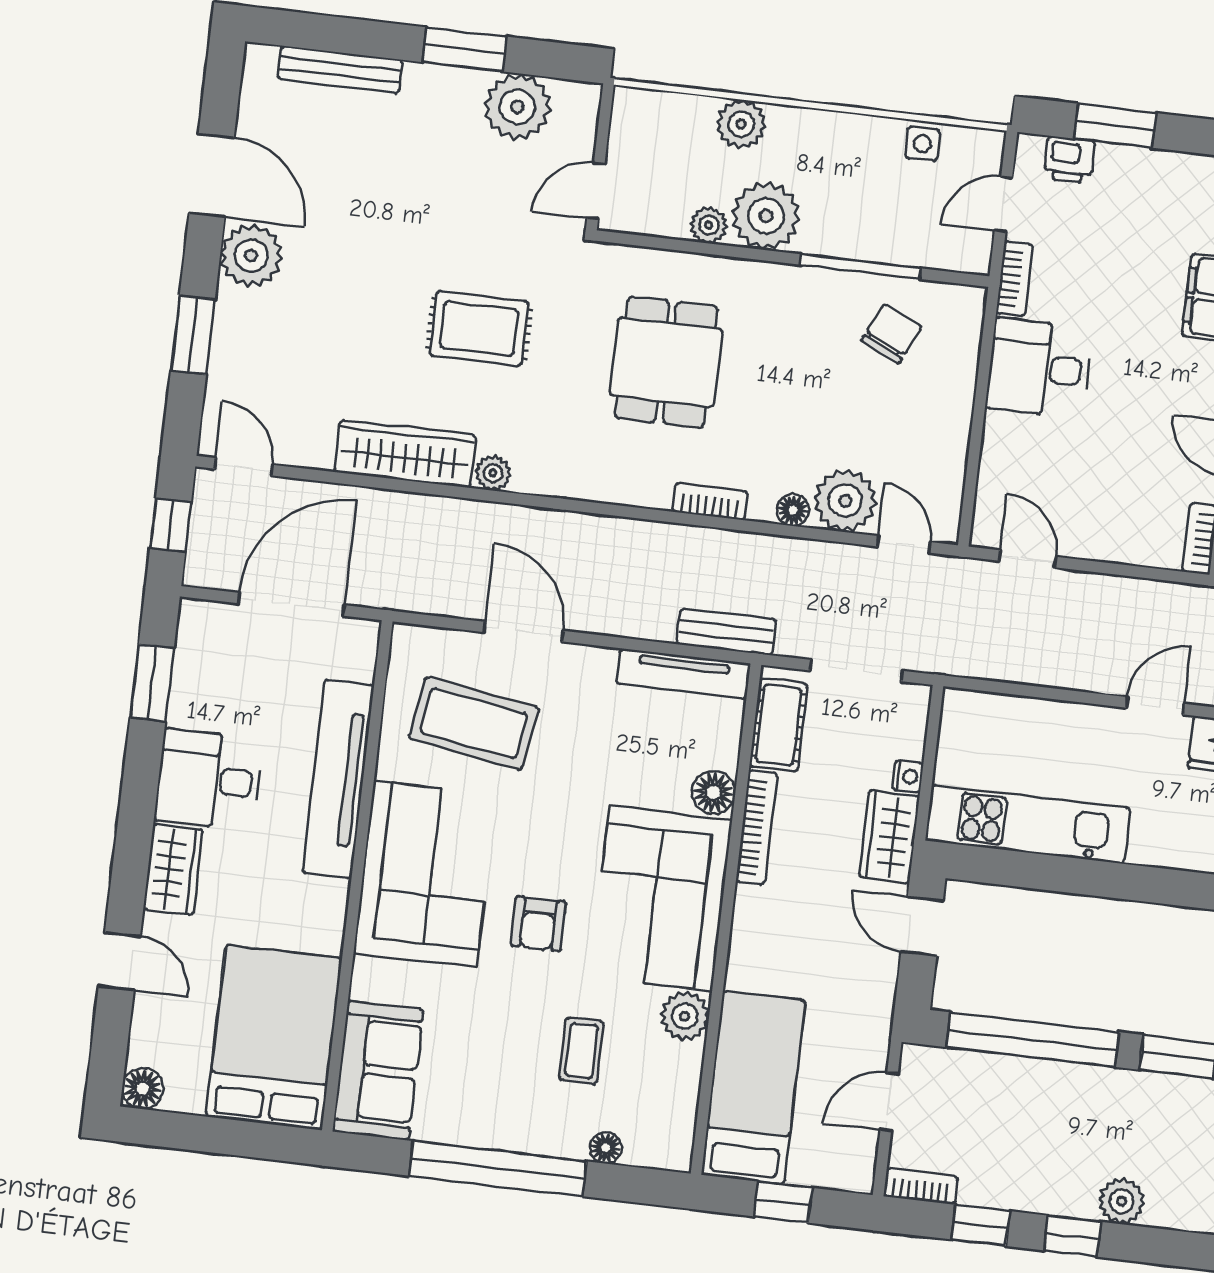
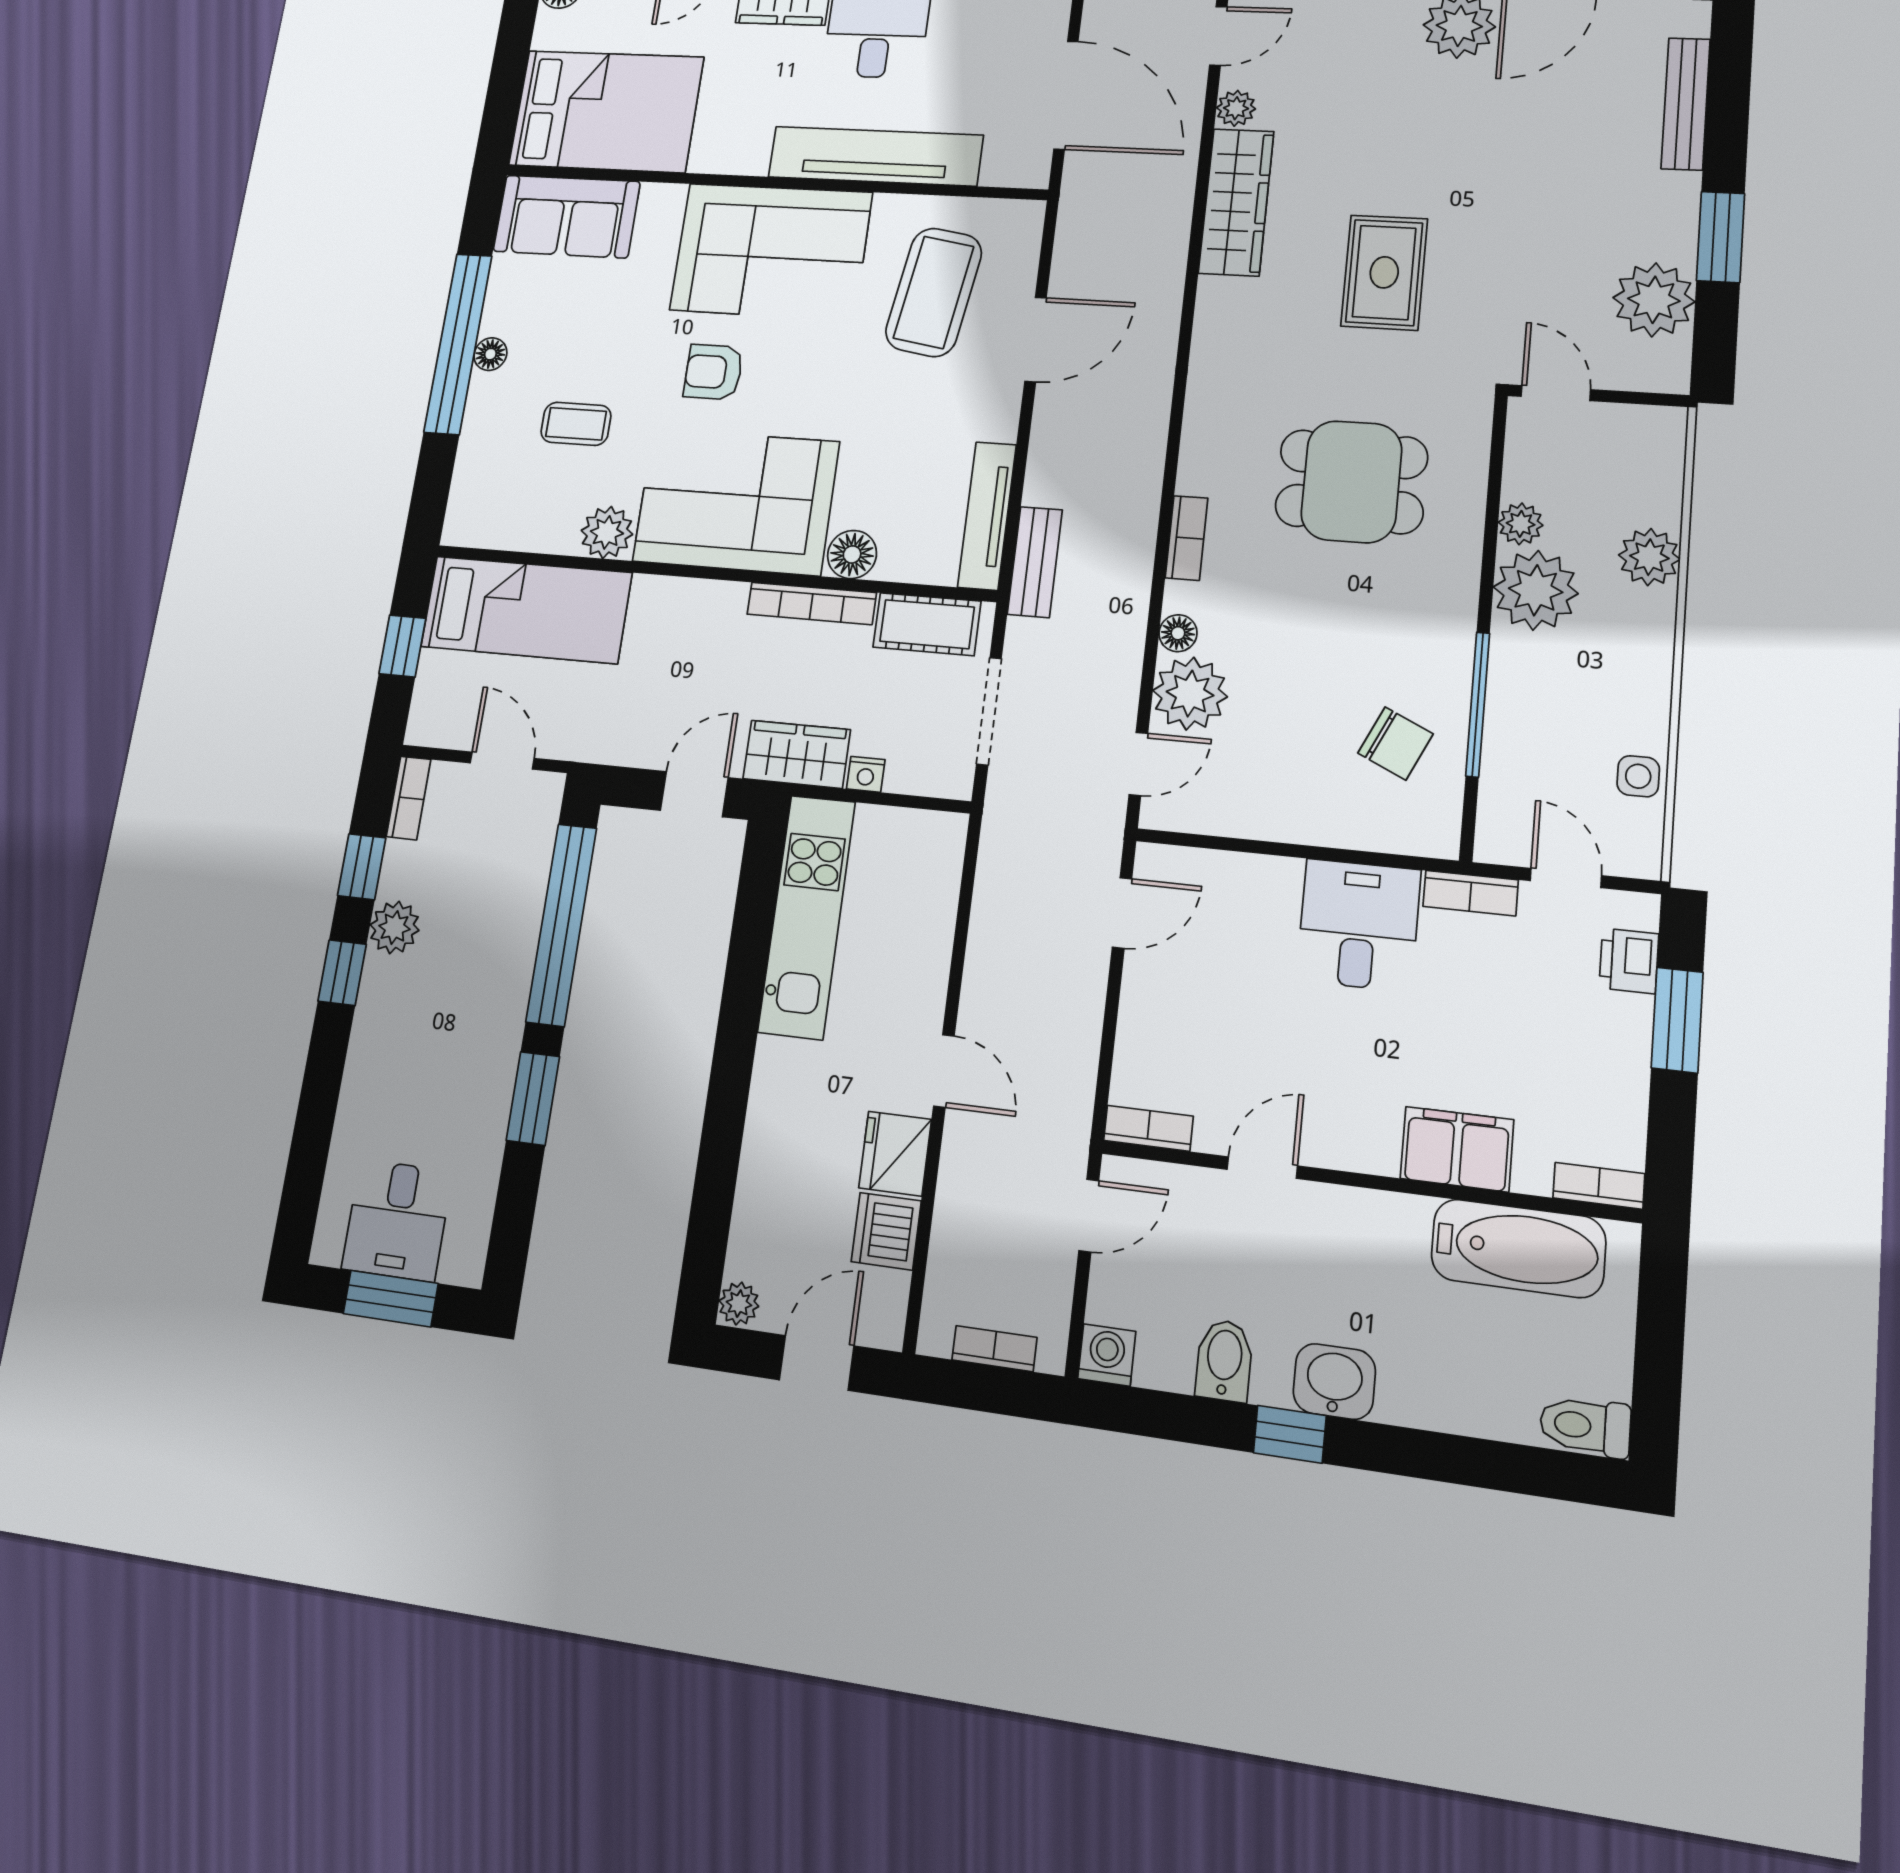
plant: (493, 473) -> (1236, 108), moved
floor lamp: (606, 1148) -> (490, 354), moved
plant: (1122, 1201) -> (395, 928), moved

